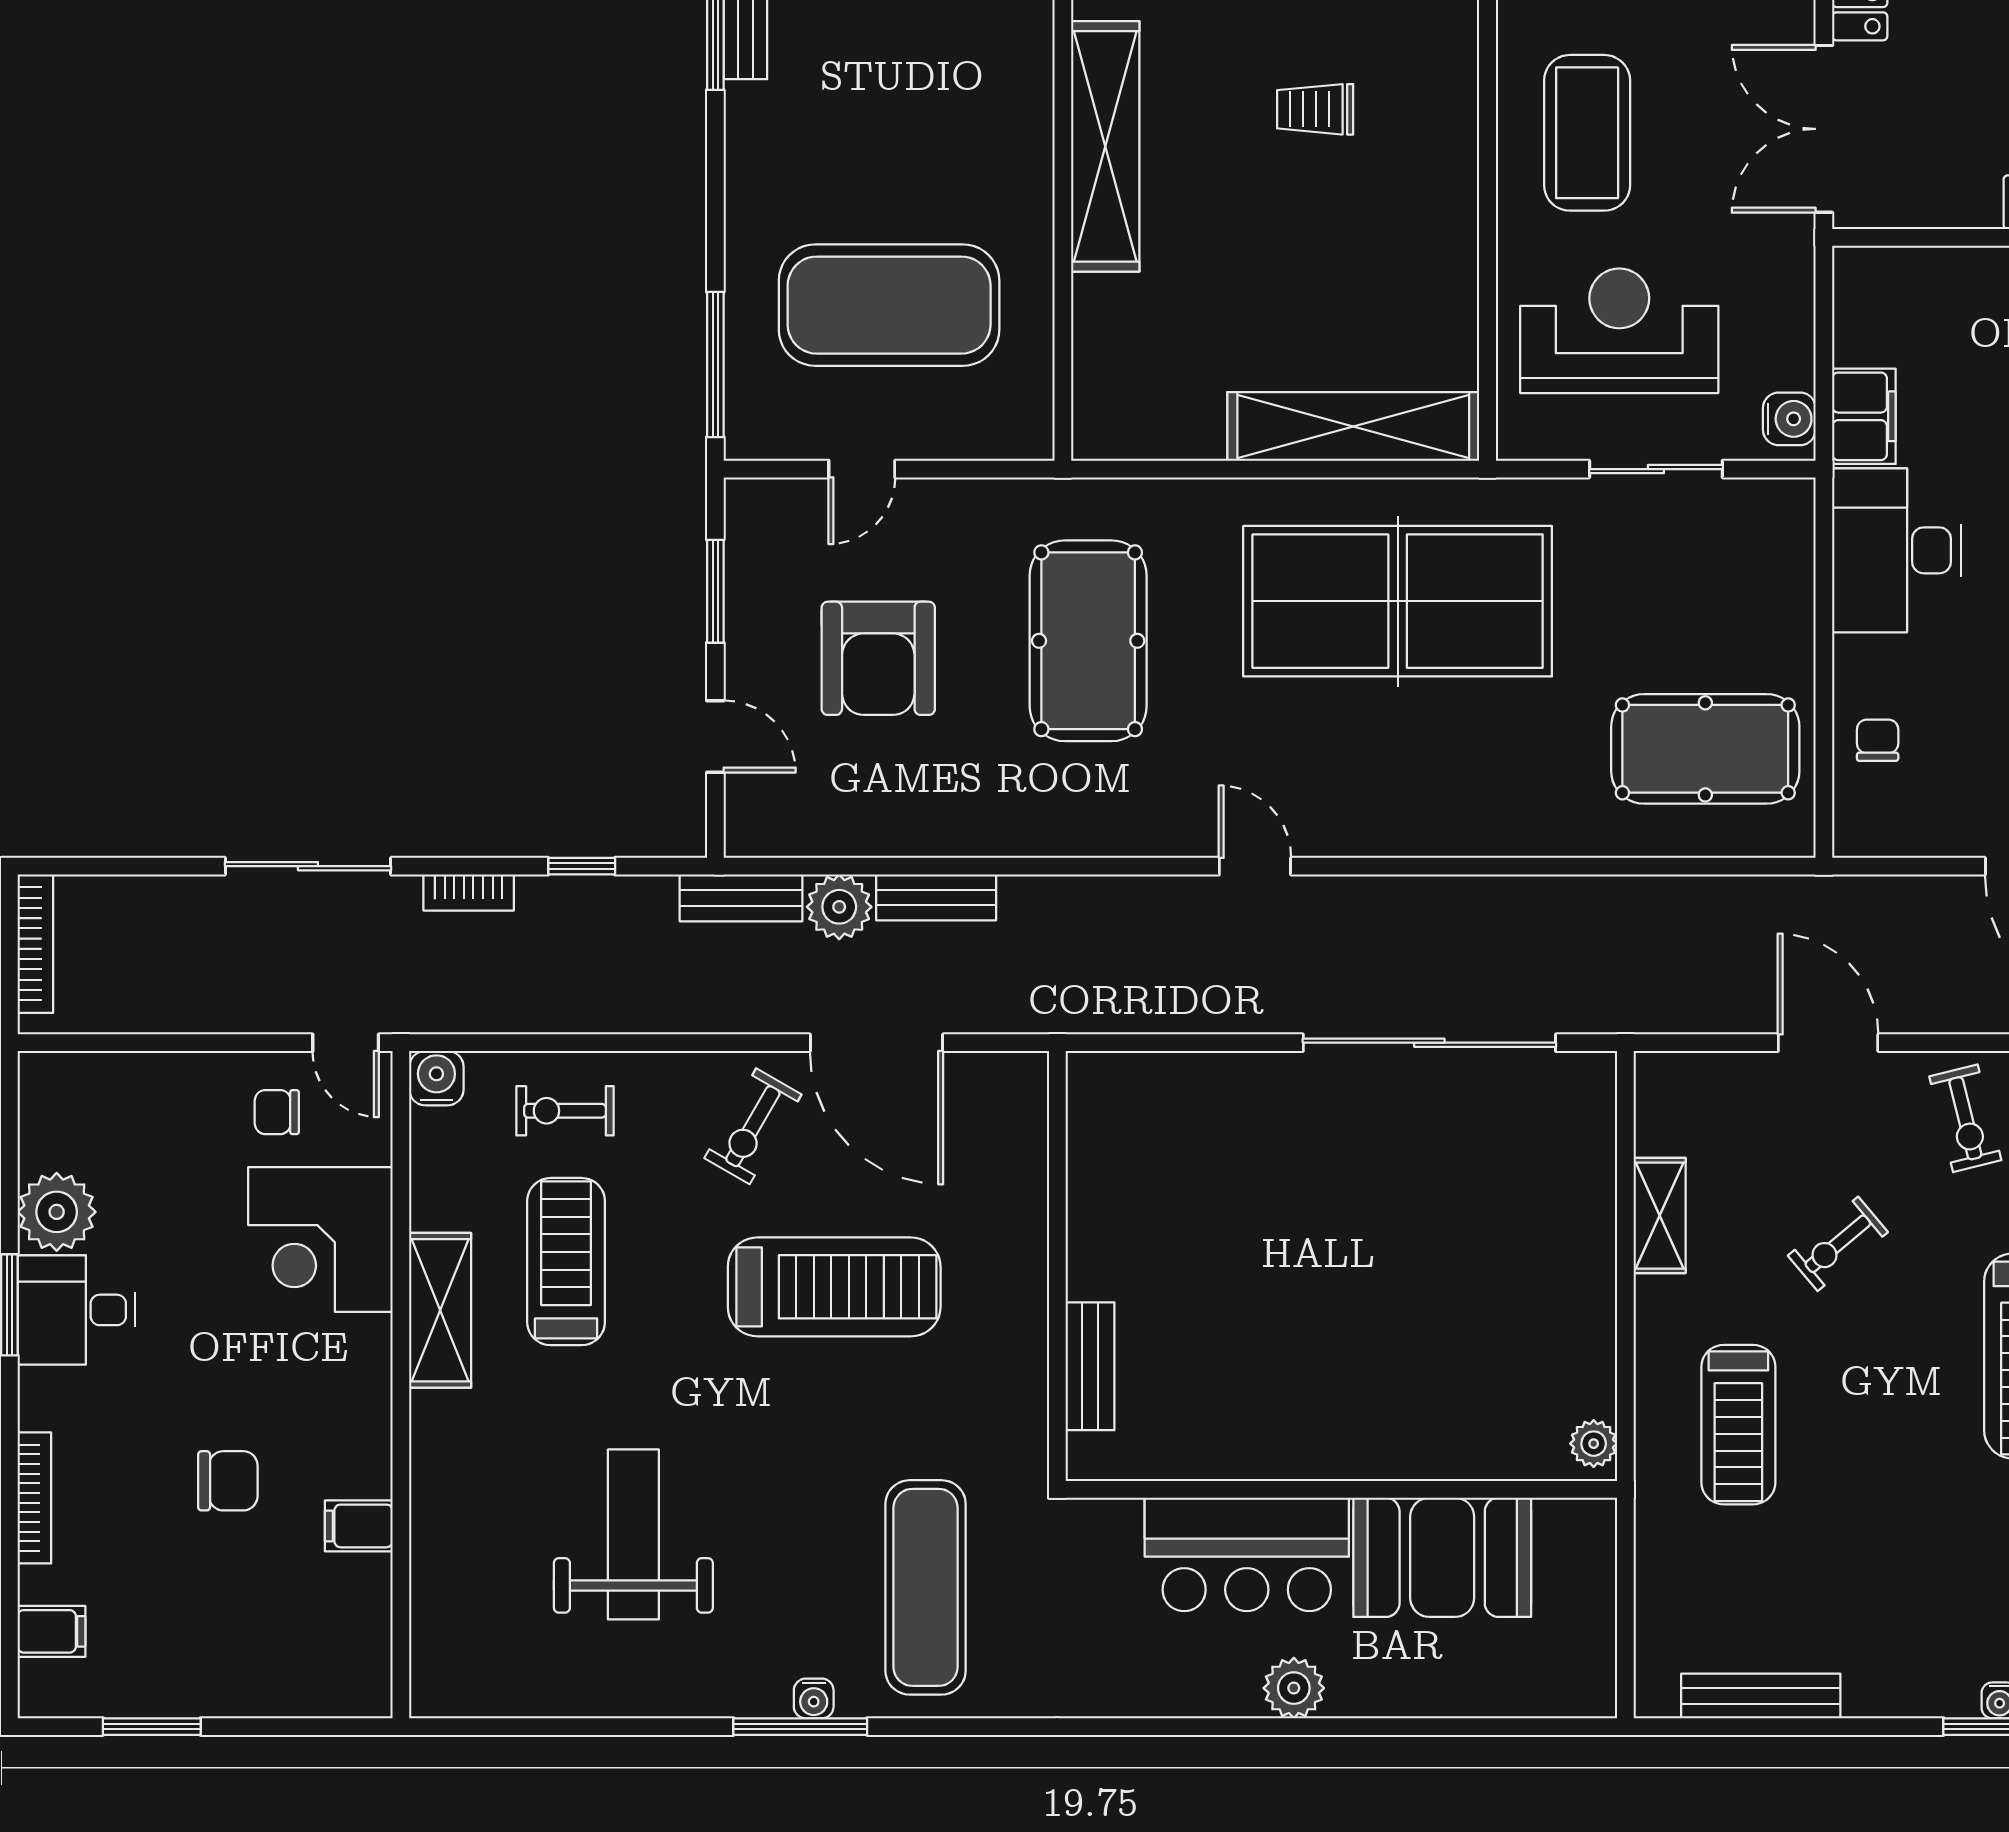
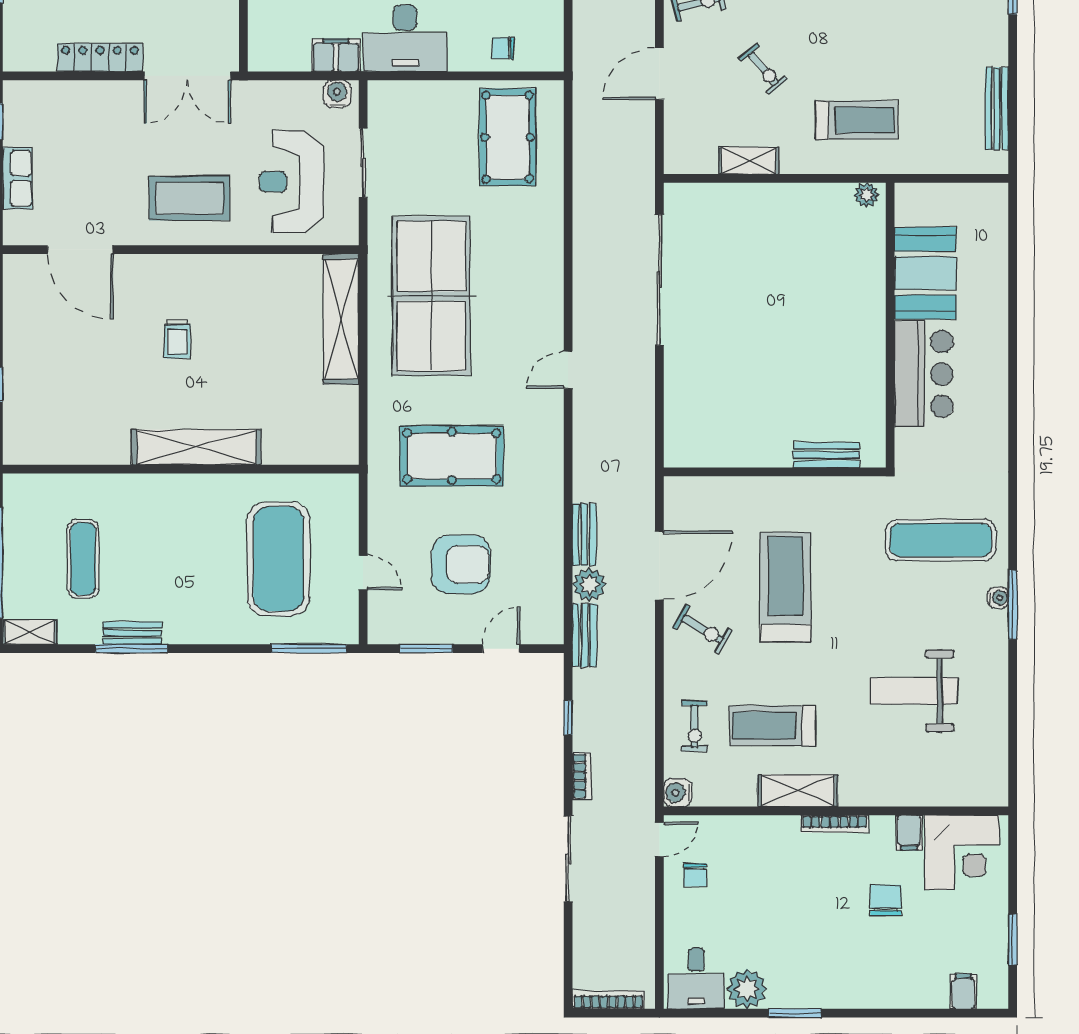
corner desk: (320, 1239) -> (962, 853), moved
desk: (76, 1310) -> (696, 979), moved
bookcase: (34, 1498) -> (835, 824), moved, turned 180
plant: (1294, 1688) -> (993, 350), removed

